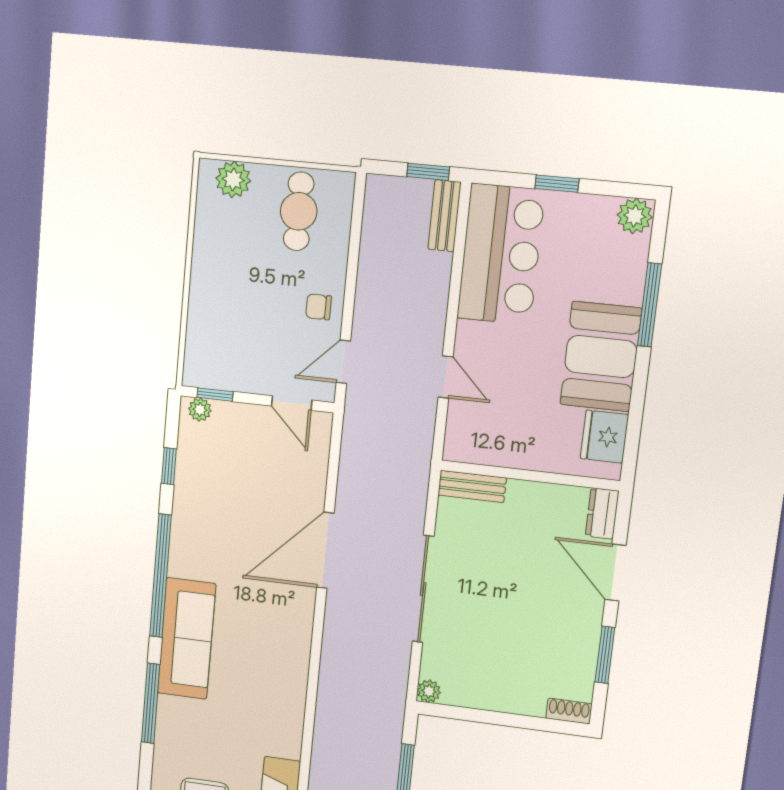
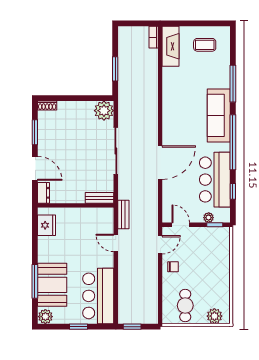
bench: (445, 216) -> (123, 214), moved
booth: (601, 357) -> (52, 285), moved
plant: (200, 410) -> (209, 218), moved
bar counter: (207, 498) -> (215, 180), added
plant: (429, 691) -> (104, 111), width x1.87, depth x1.87

